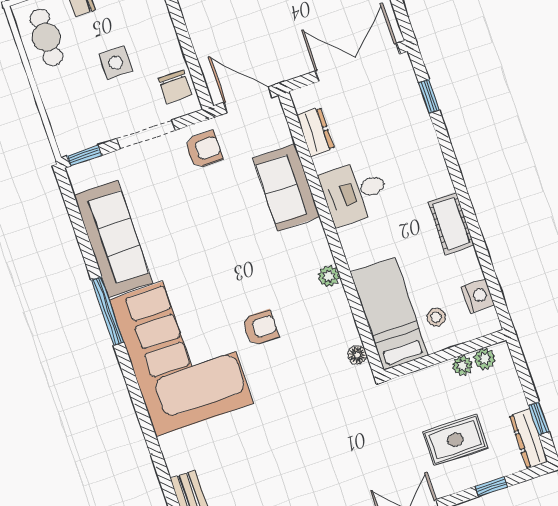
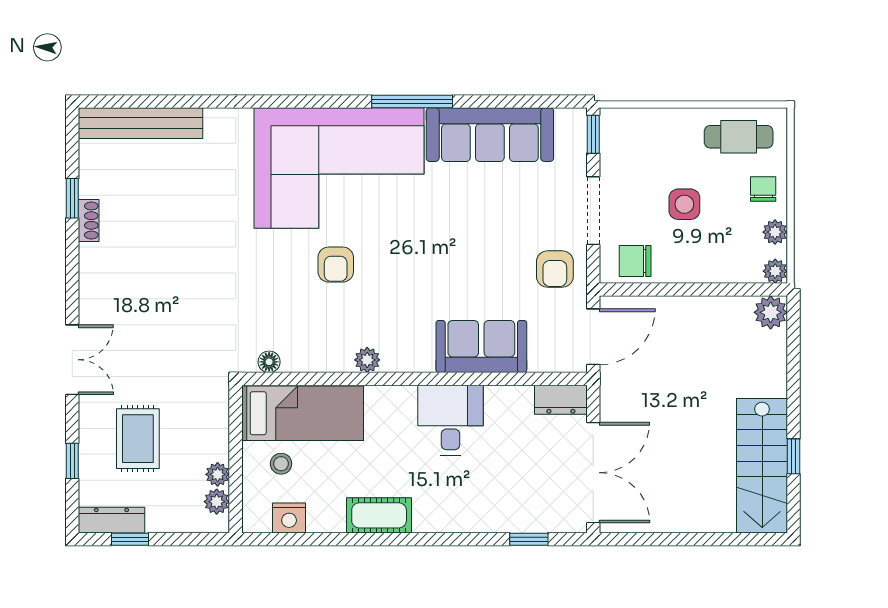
dresser: (315, 132) -> (561, 400), moved

